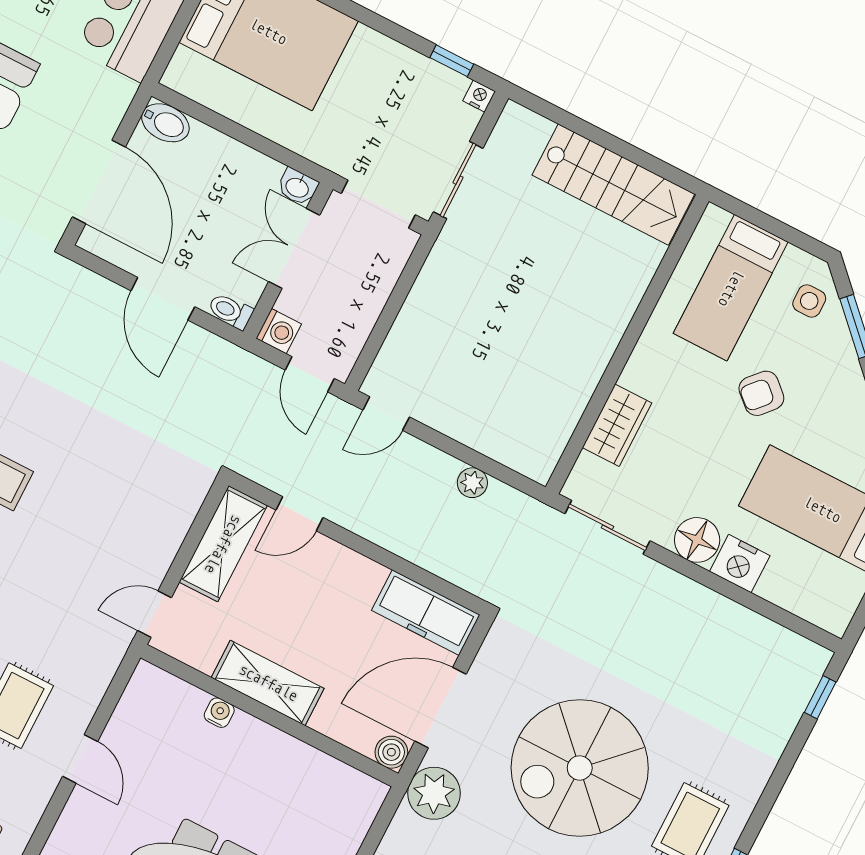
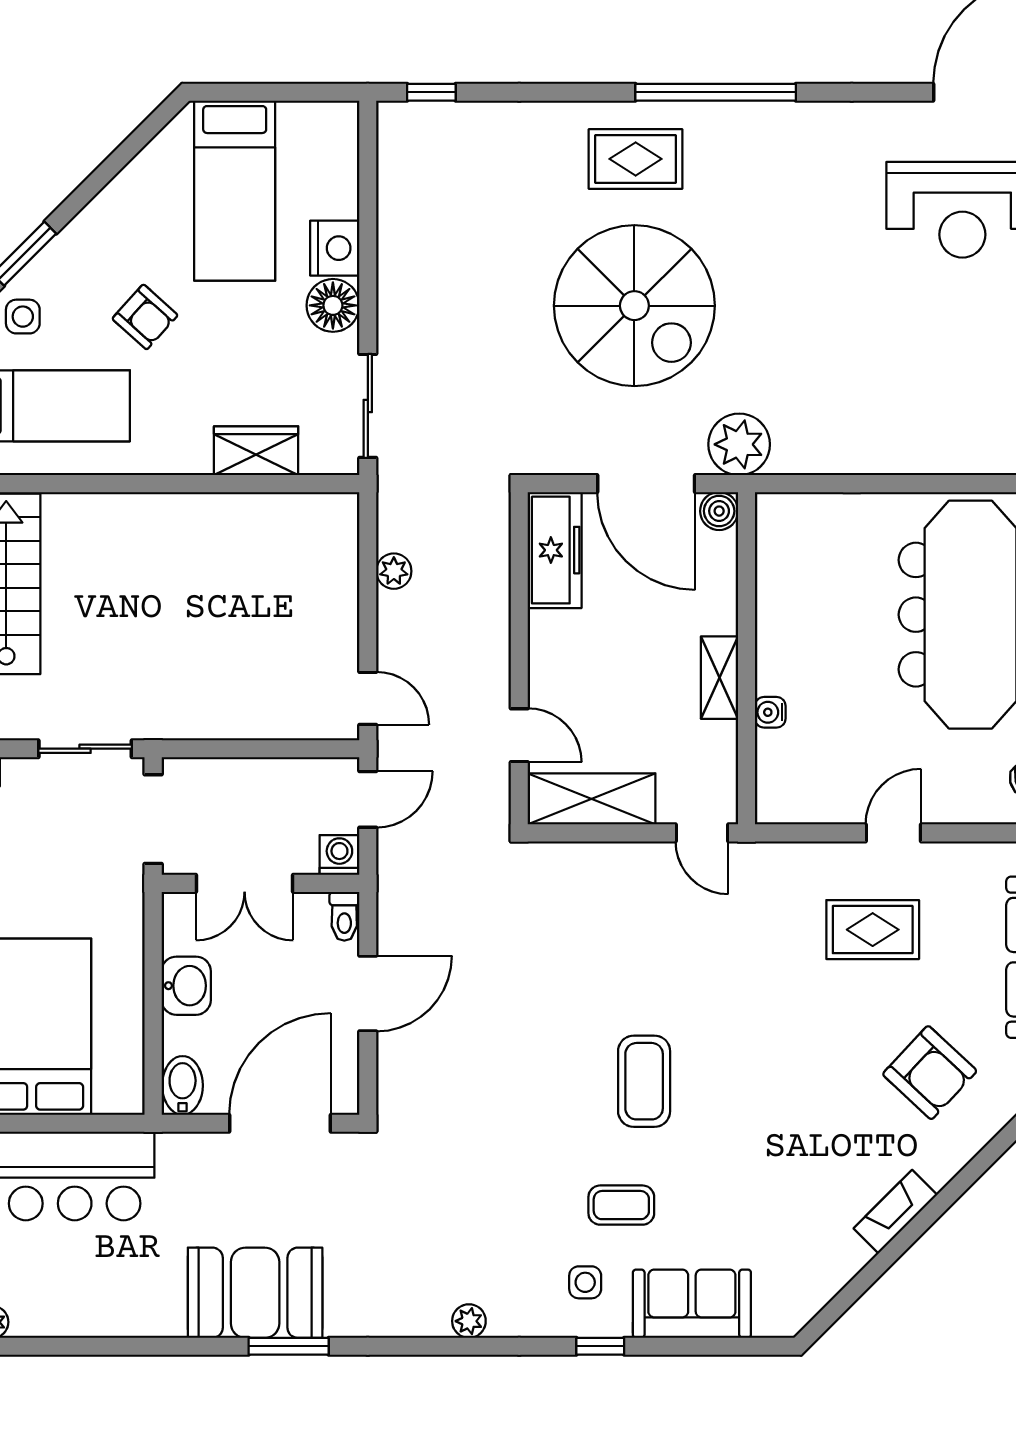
washbasin: (298, 187) -> (186, 986), moved, width x1.38, depth x1.45
shelving: (268, 683) -> (720, 678), width x0.67, depth x0.75

